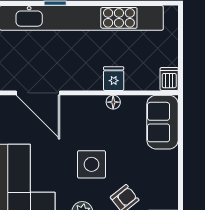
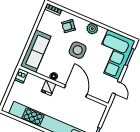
door: (38, 93) -> (76, 91), moved
sofa: (163, 122) -> (36, 51), width x1.36

